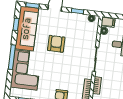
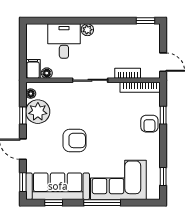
plant: (79, 22) -> (38, 112), added
armchair: (56, 44) -> (74, 140), turned 180

